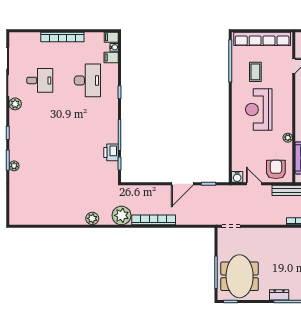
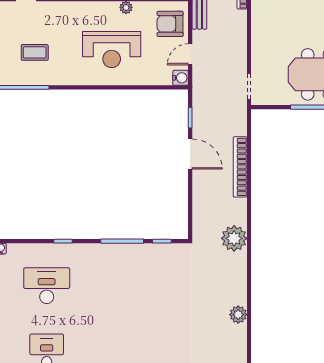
filing cabinet: (111, 57) -> (15, 253), removed
reception desk: (259, 110) -> (112, 49), moved
printer: (111, 152) -> (147, 253), removed
plant: (92, 218) -> (238, 315), moved
bookcase: (154, 220) -> (240, 167), moved

